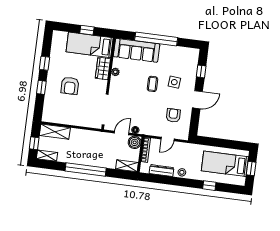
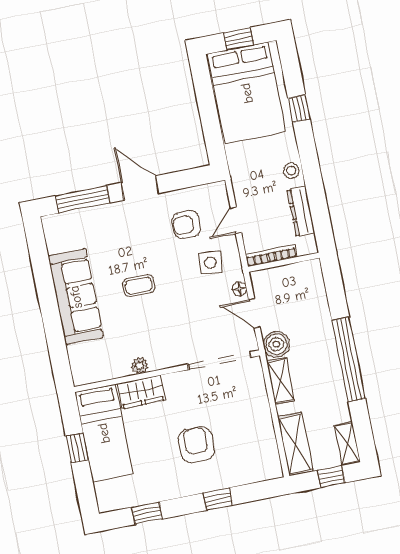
window: (156, 39) -> (49, 308), removed
sofa: (137, 50) -> (76, 297), moved
window: (45, 63) -> (147, 513), moved
window: (201, 71) -> (83, 199), width x2.17
side table: (174, 82) -> (210, 263), moved
armchair: (70, 86) -> (196, 445), turned -90
door: (168, 139) -> (236, 220), swing flipped
boiler: (135, 142) -> (276, 344), moved
bed: (225, 164) -> (247, 93), width x1.50
shelving: (127, 166) -> (280, 381), moved

